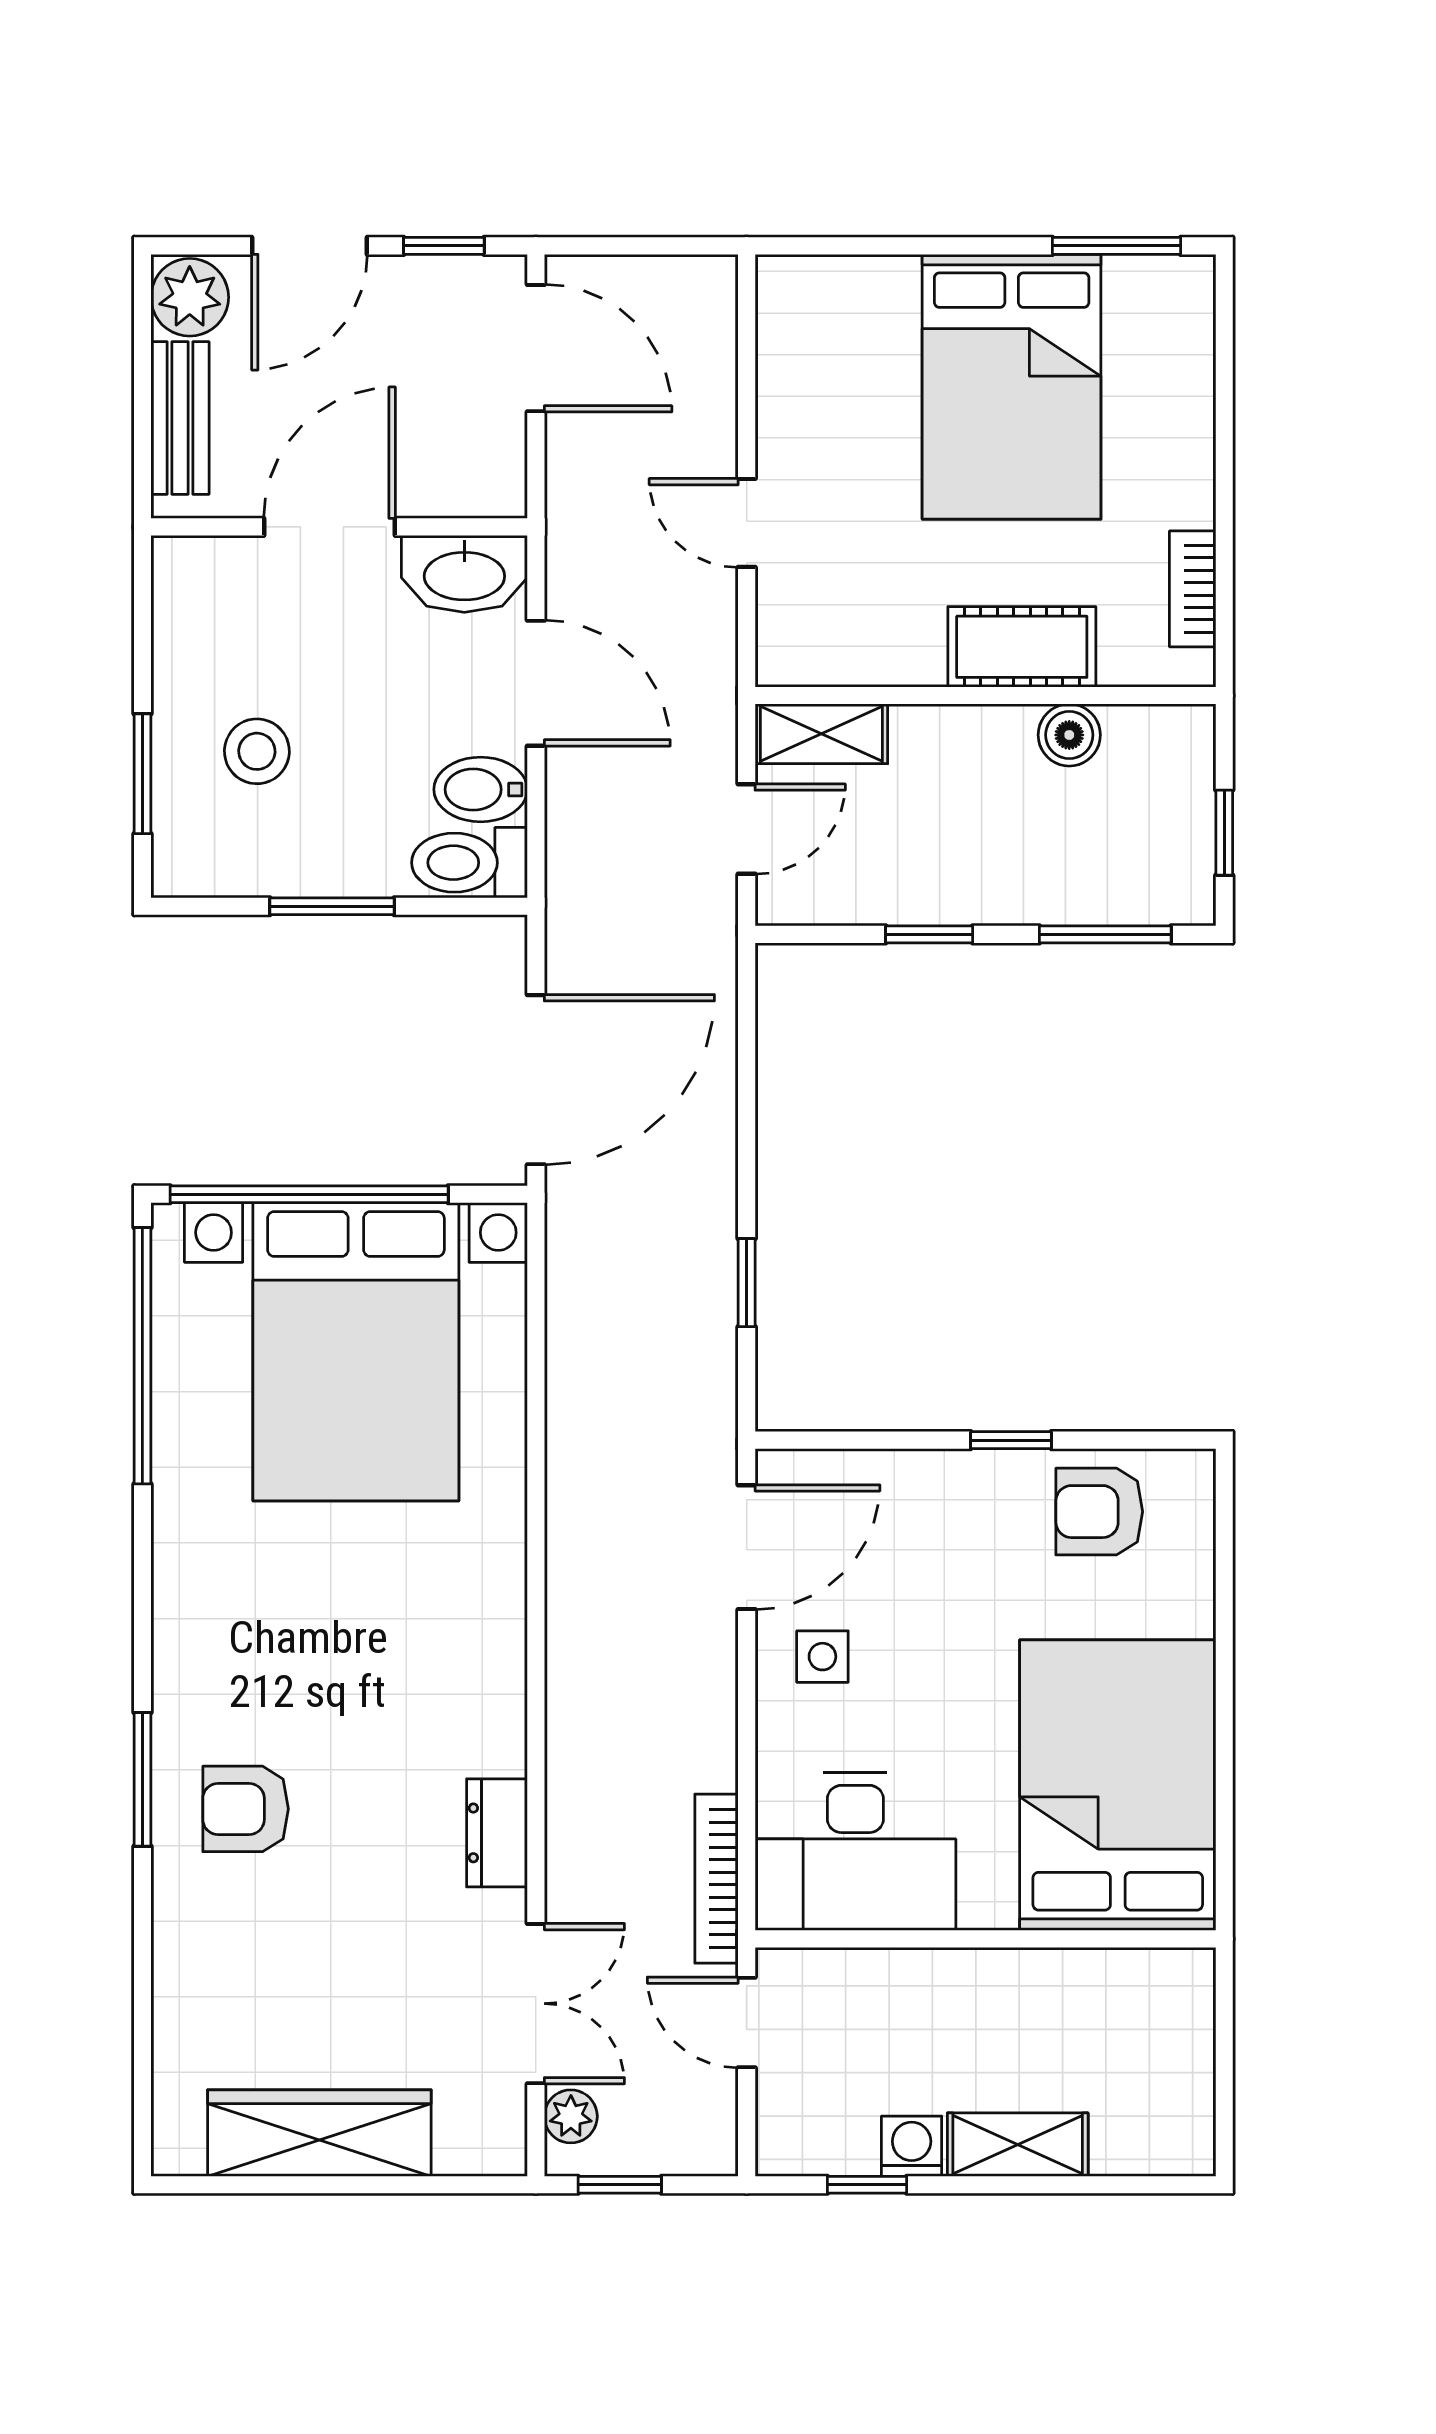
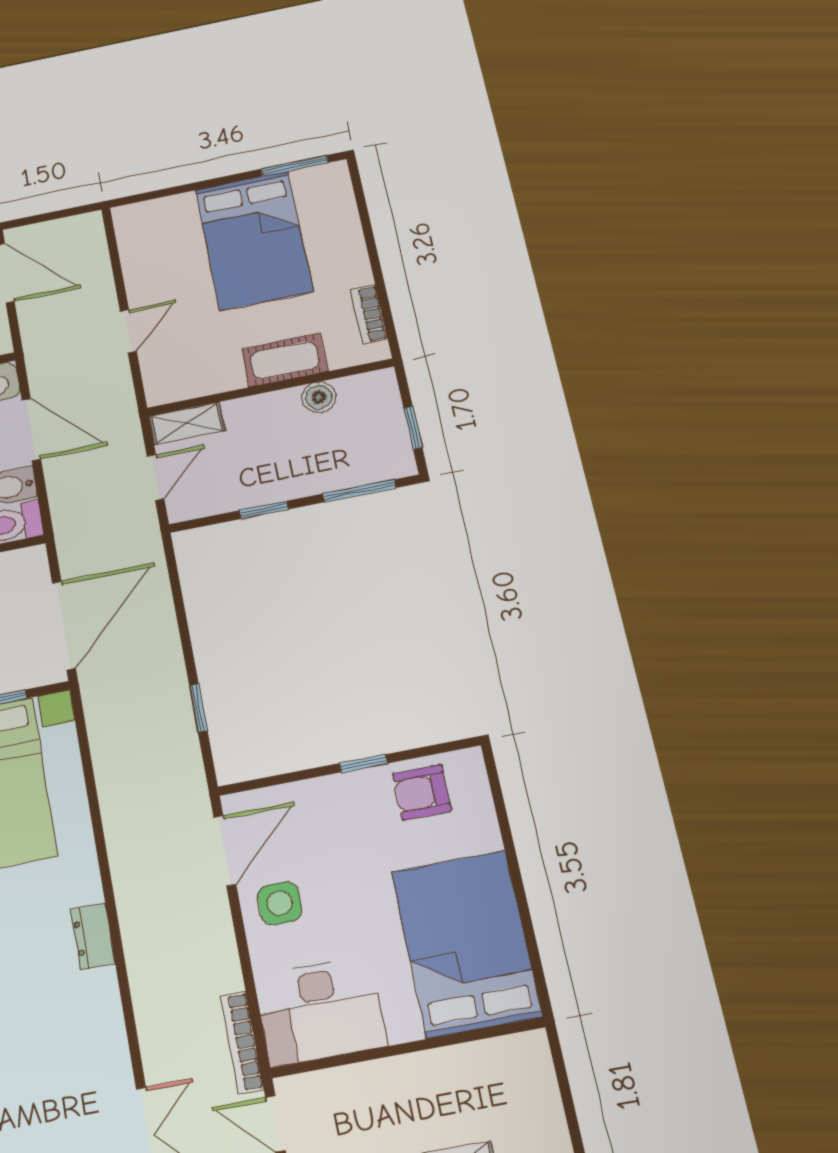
door: (747, 523) -> (128, 331), swing flipped
side table: (822, 1657) -> (280, 903), width x1.37, depth x1.37
dresser: (497, 1833) -> (93, 936), moved

